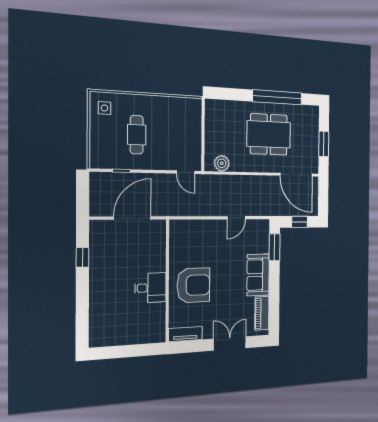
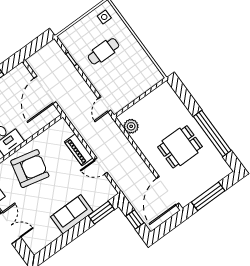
dining table: (269, 134) -> (180, 147), width x0.73
window: (324, 144) -> (208, 196), width x1.44
door: (132, 218) -> (45, 90), swing flipped
armchair: (193, 285) -> (30, 169), turned -77
piano: (262, 313) -> (79, 150), moved, turned -90

